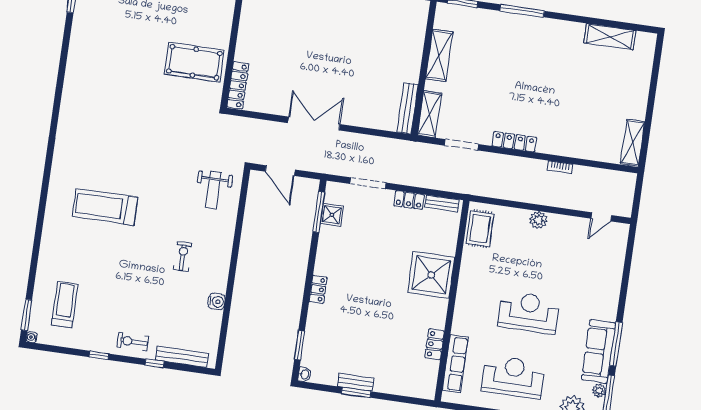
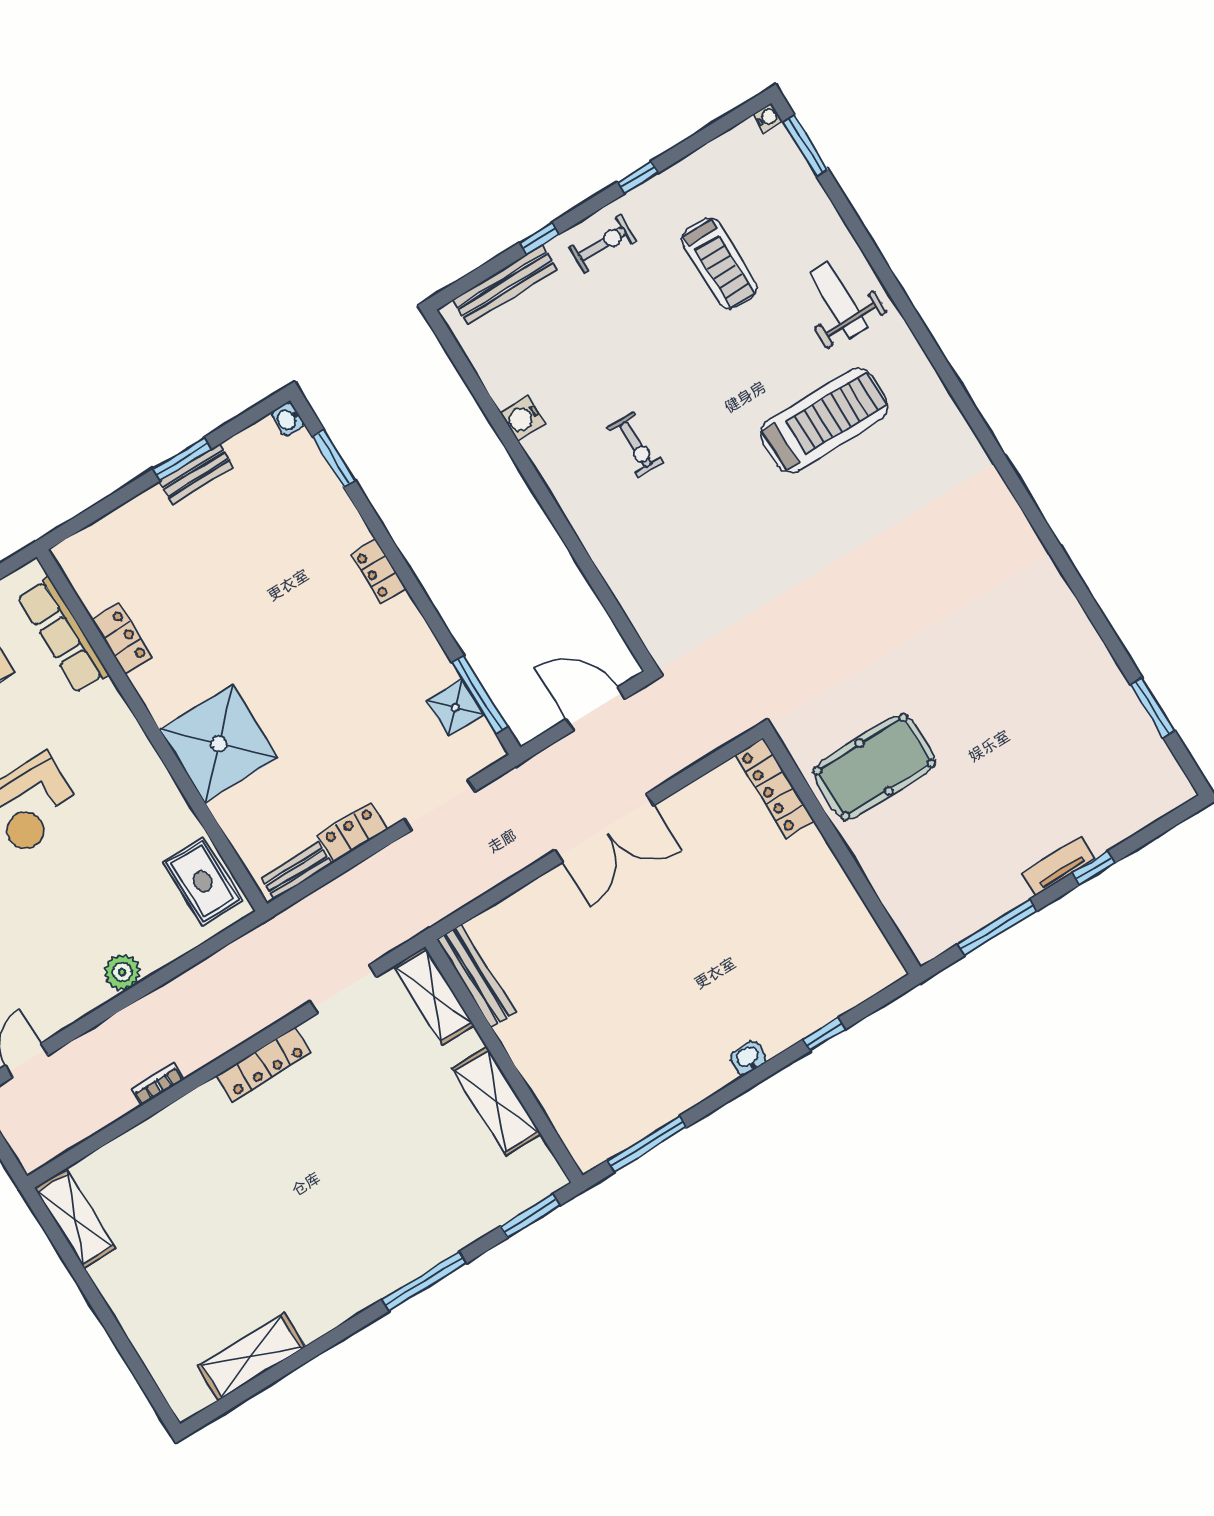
weight bench: (213, 190) -> (839, 300), moved
treadmill: (65, 305) -> (720, 264), moved

